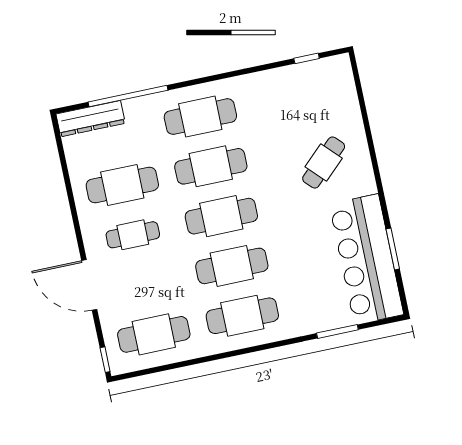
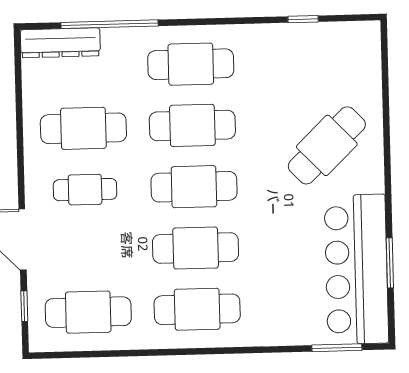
window: (307, 58) -> (303, 19), moved
cafe table: (324, 162) -> (327, 145), width x1.37, depth x1.35
window: (337, 331) -> (337, 348), moved
window: (105, 360) -> (24, 306), moved

